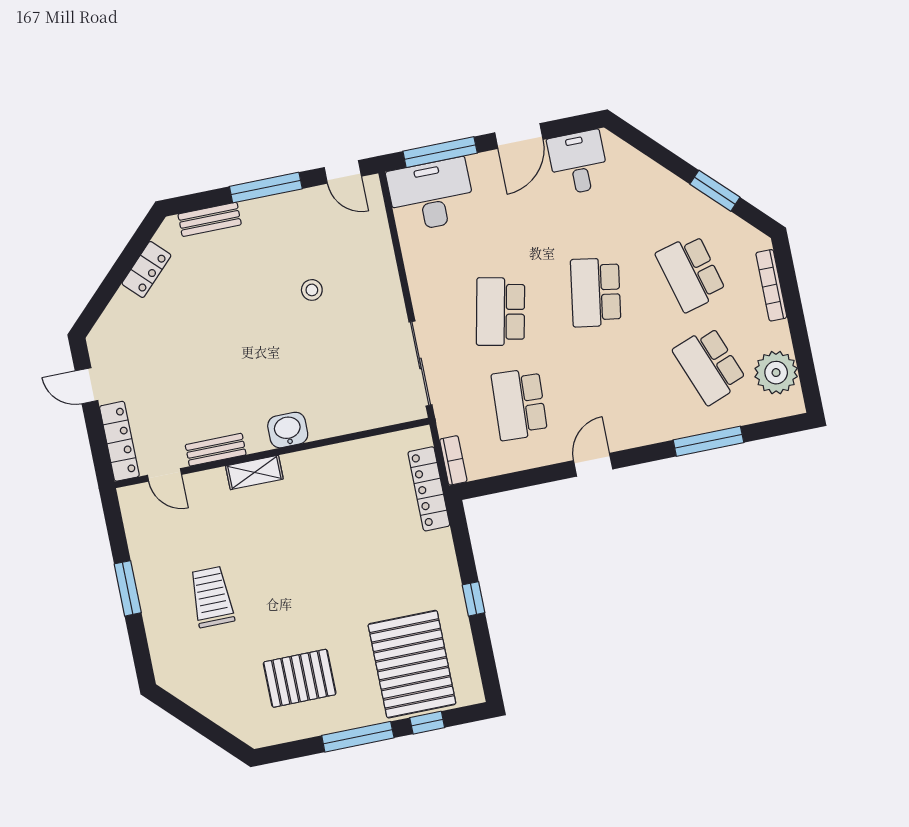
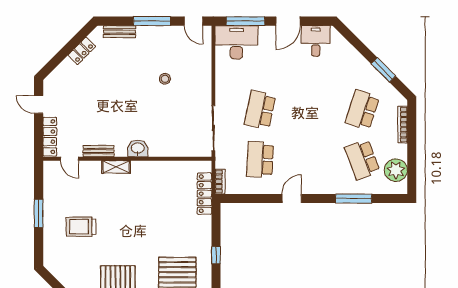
school desk: (691, 273) -> (362, 110), turned 33
school desk: (596, 292) -> (311, 110), removed
trolley: (212, 597) -> (81, 227), turned -90

